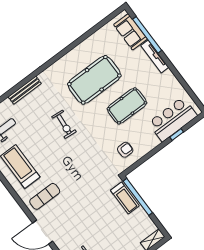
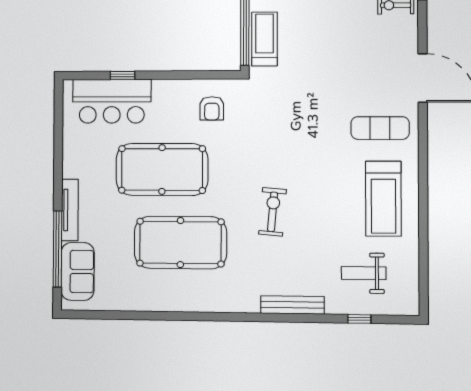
pool table: (127, 106) -> (162, 169), width x1.36, depth x1.32
armchair: (125, 150) -> (212, 108), turned -90

